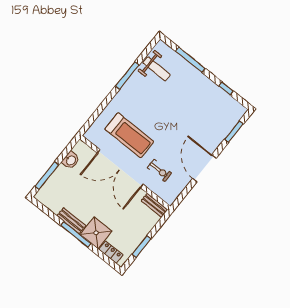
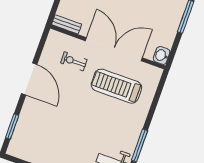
washbasin: (71, 160) -> (162, 55), moved

